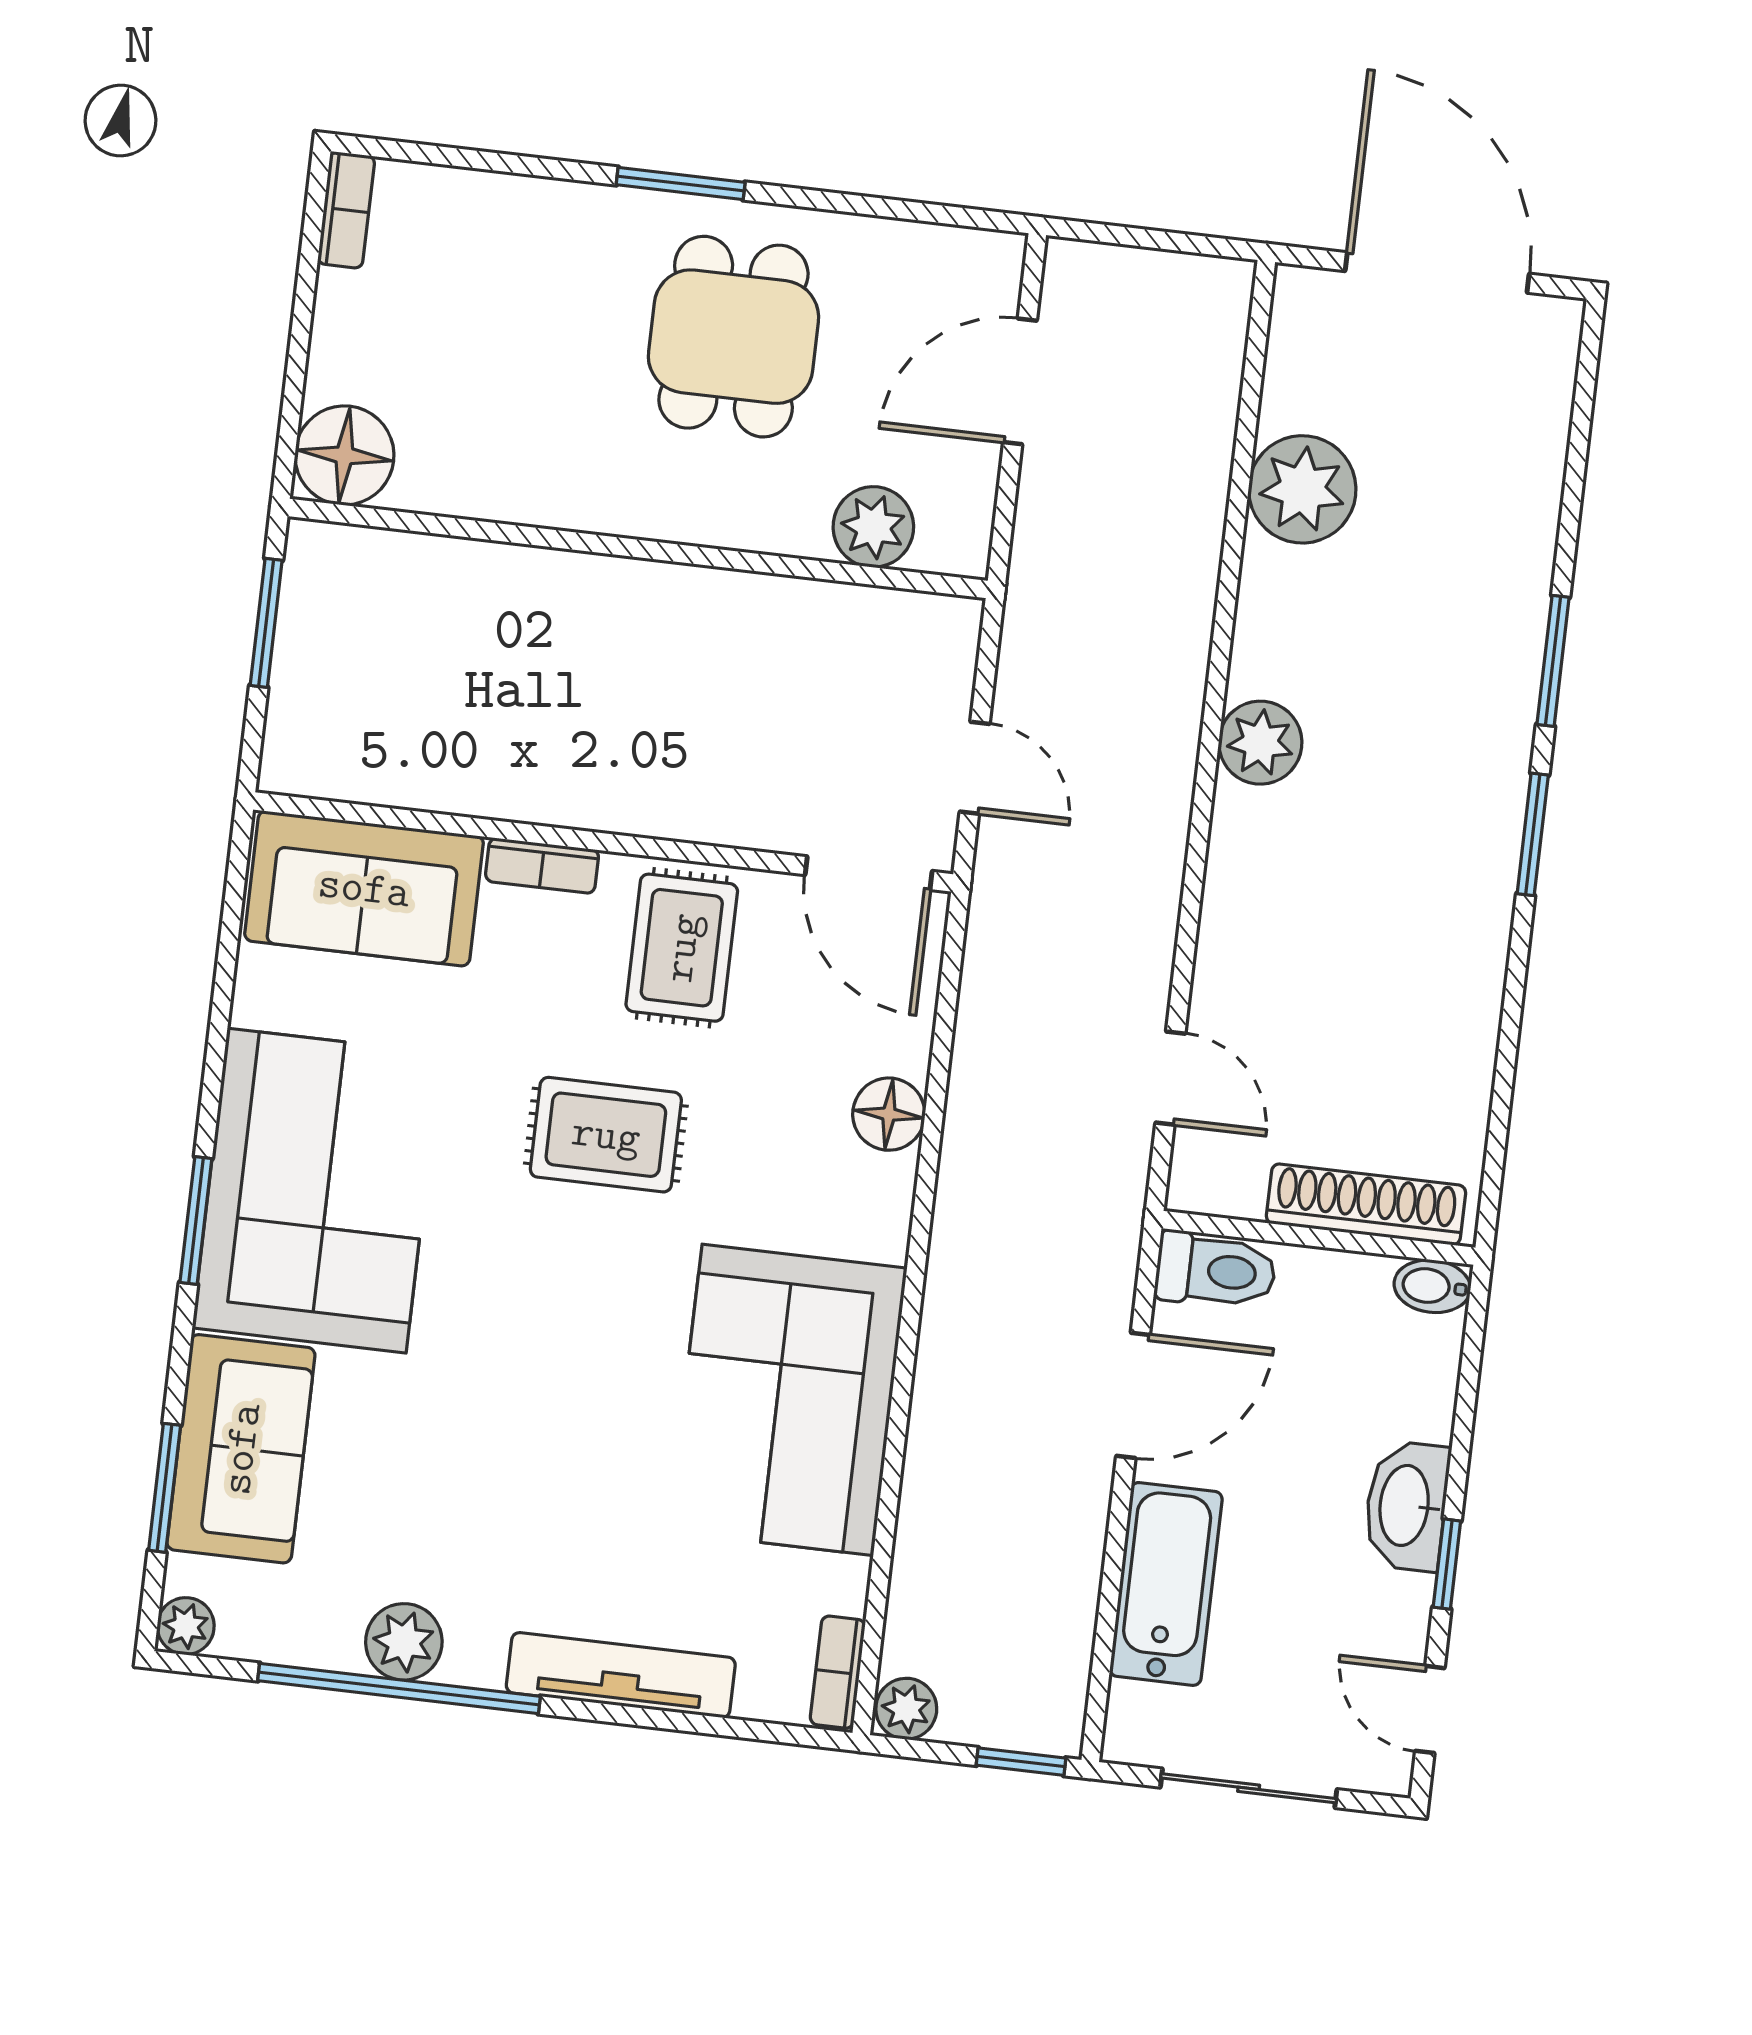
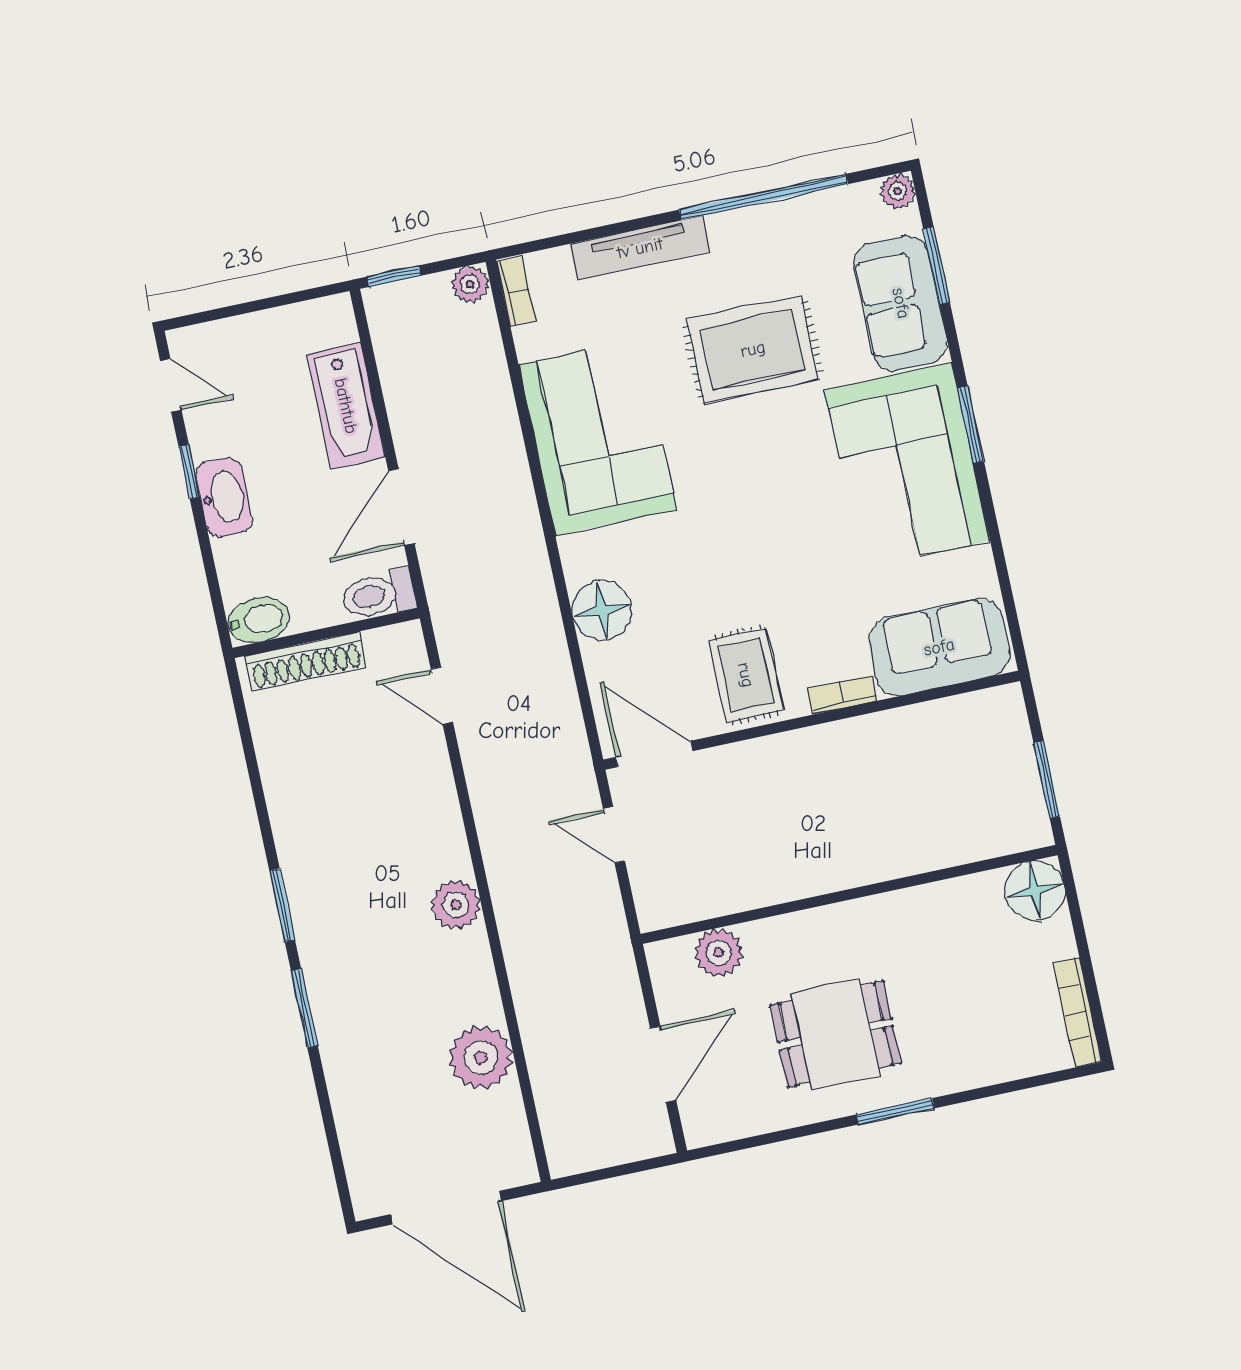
bookcase: (346, 210) -> (1077, 1012), width x1.56
dining table: (733, 337) -> (835, 1034), turned 90
floor lamp: (889, 1114) -> (602, 611), width x1.38, depth x1.38
rug: (606, 1135) -> (753, 349), moved, width x1.36, depth x1.43
bidet: (1432, 1286) -> (259, 620), width x1.38, depth x1.36
plant: (404, 1642) -> (770, 225), removed
sliding door: (1249, 1788) -> (259, 305), removed

